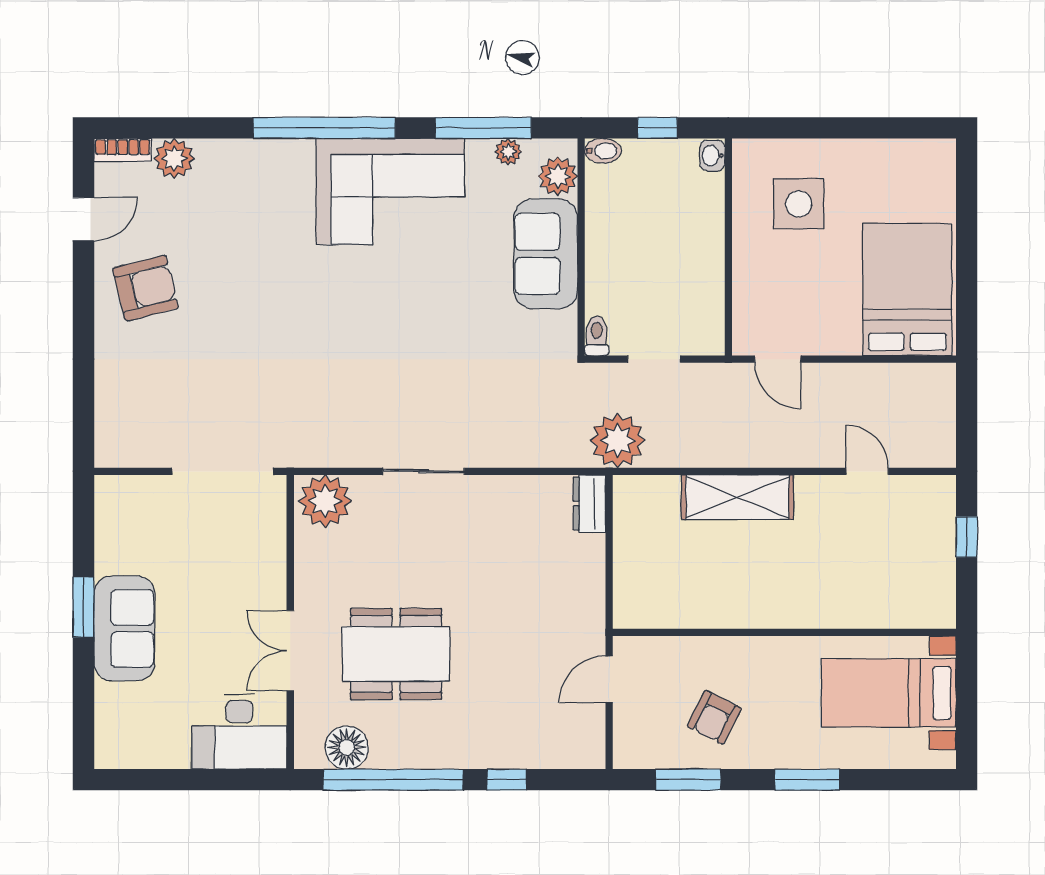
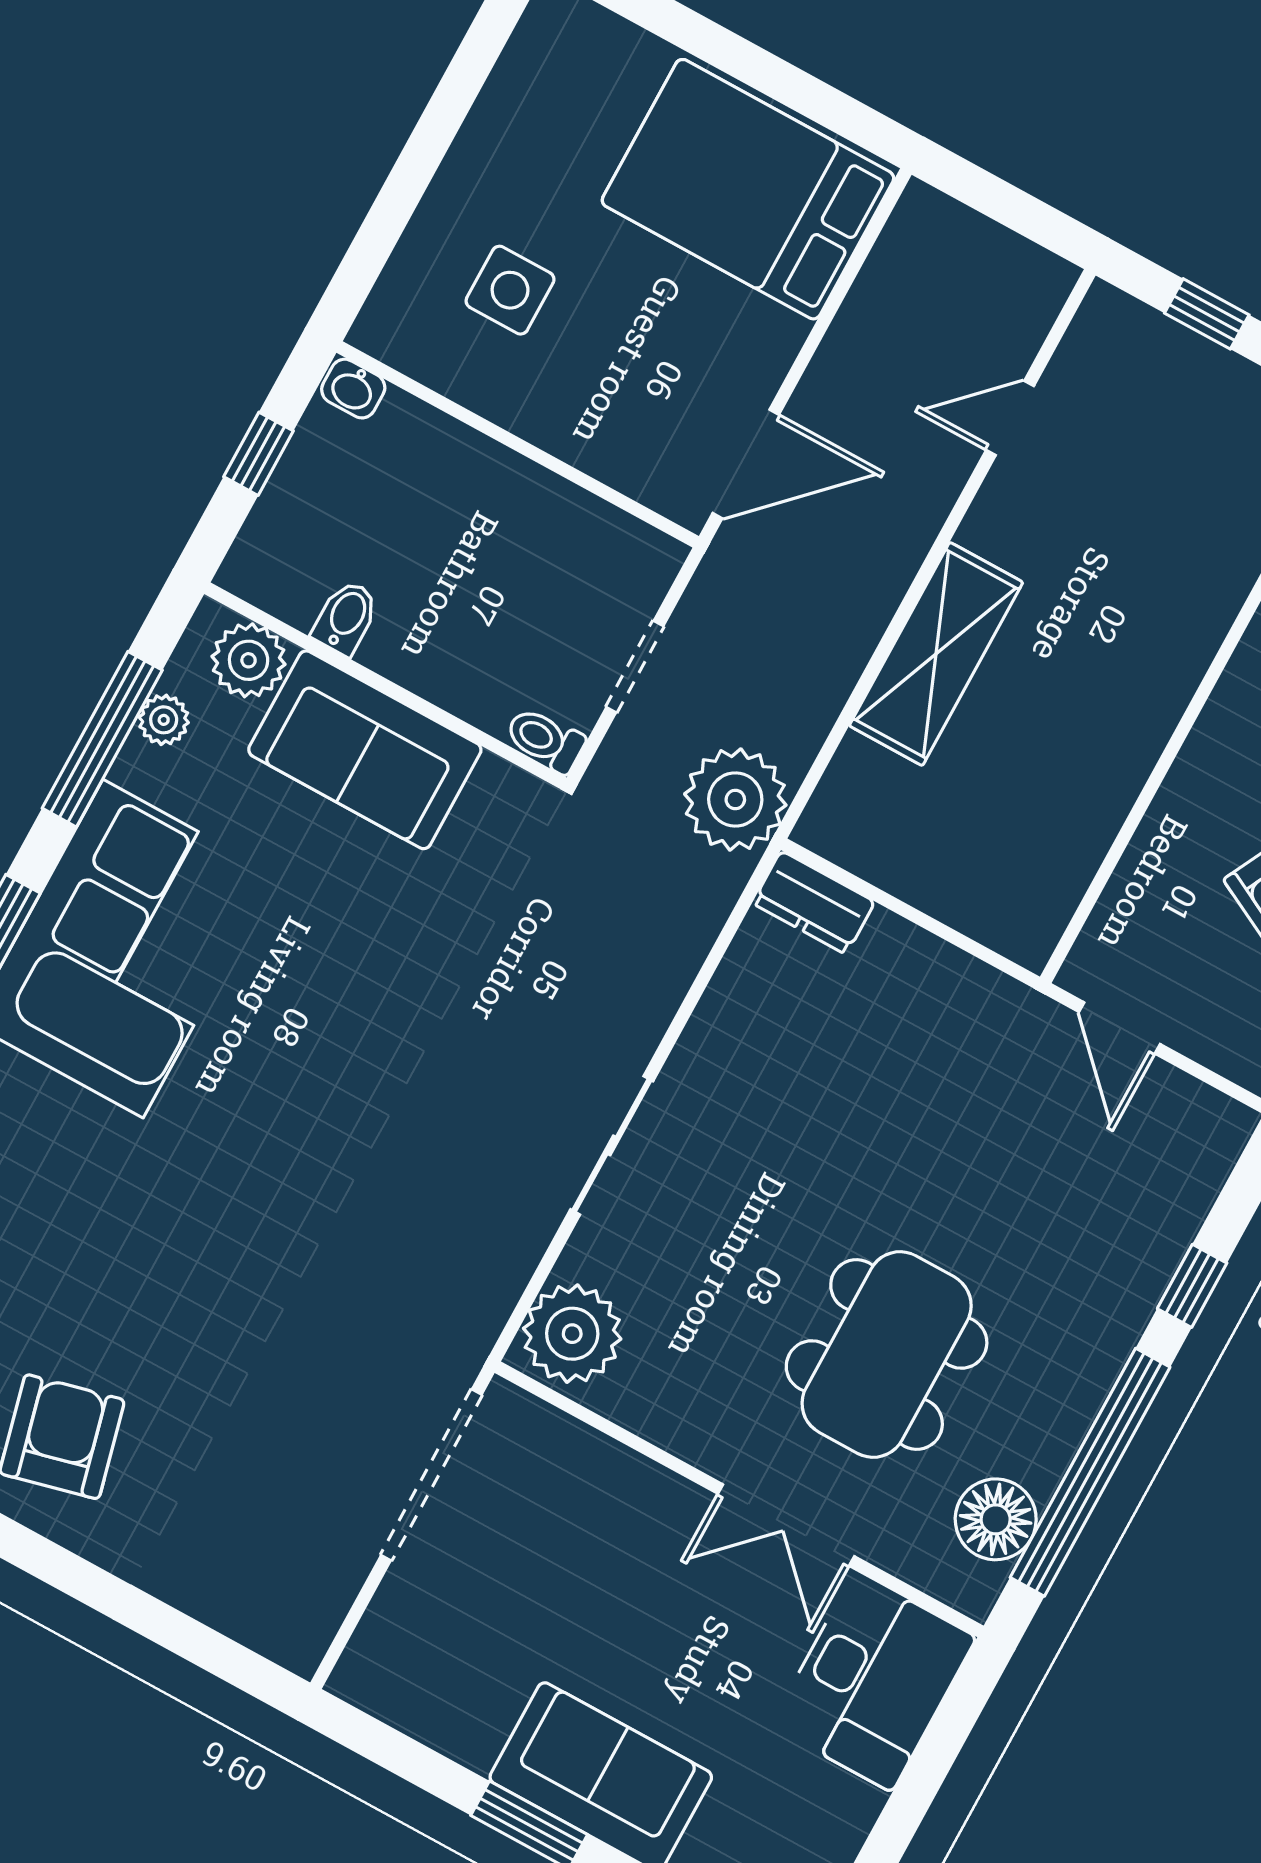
bidet: (603, 151) -> (346, 618), moved
side table: (799, 204) -> (510, 290), width x0.73, depth x0.73
door: (778, 359) -> (746, 464), width x1.38

